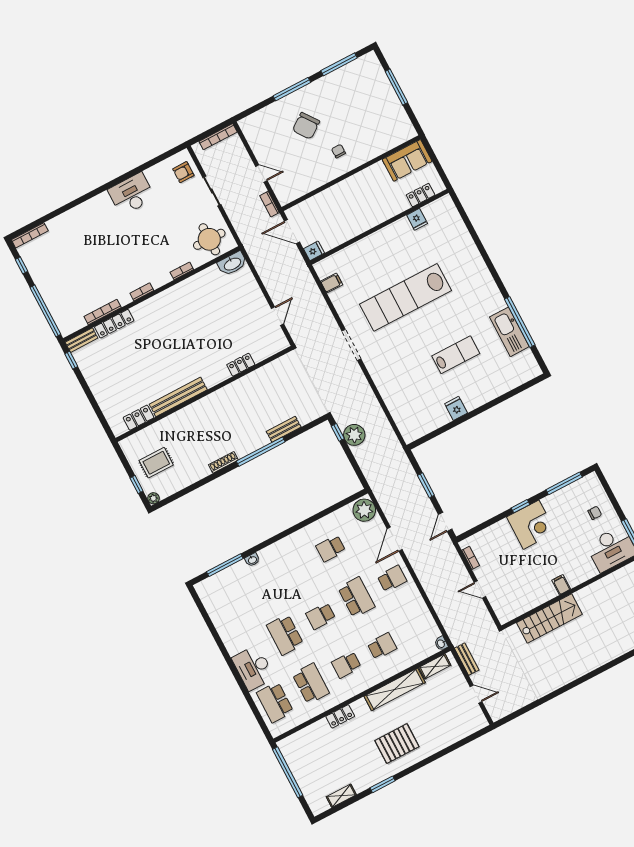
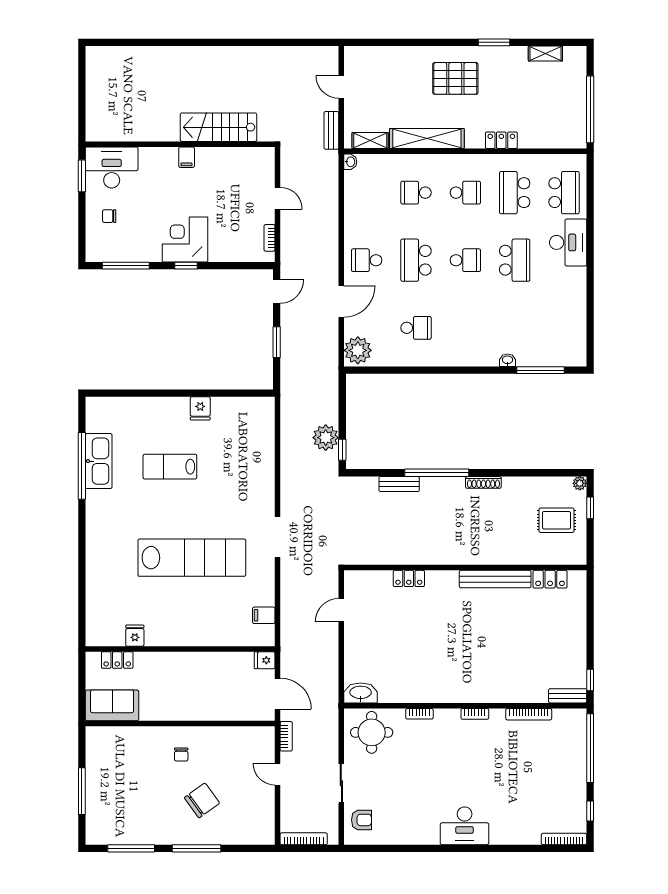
desk: (131, 194) -> (465, 826), moved
locker: (114, 324) -> (523, 695), removed

